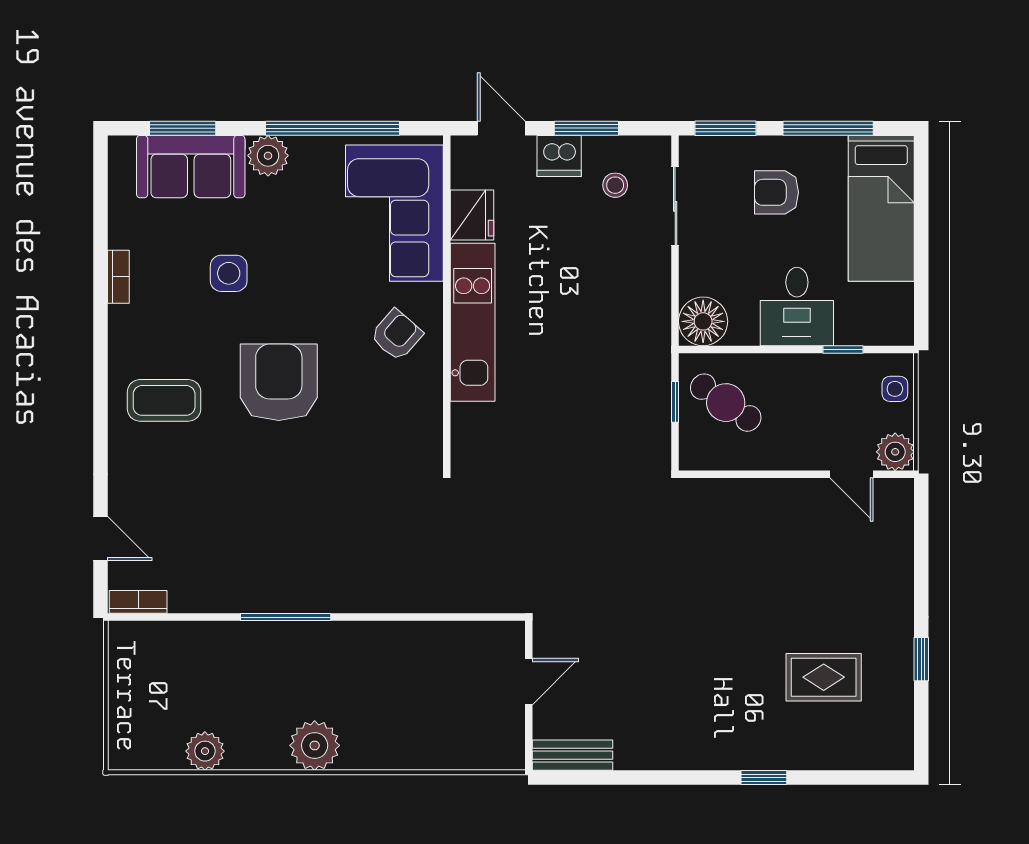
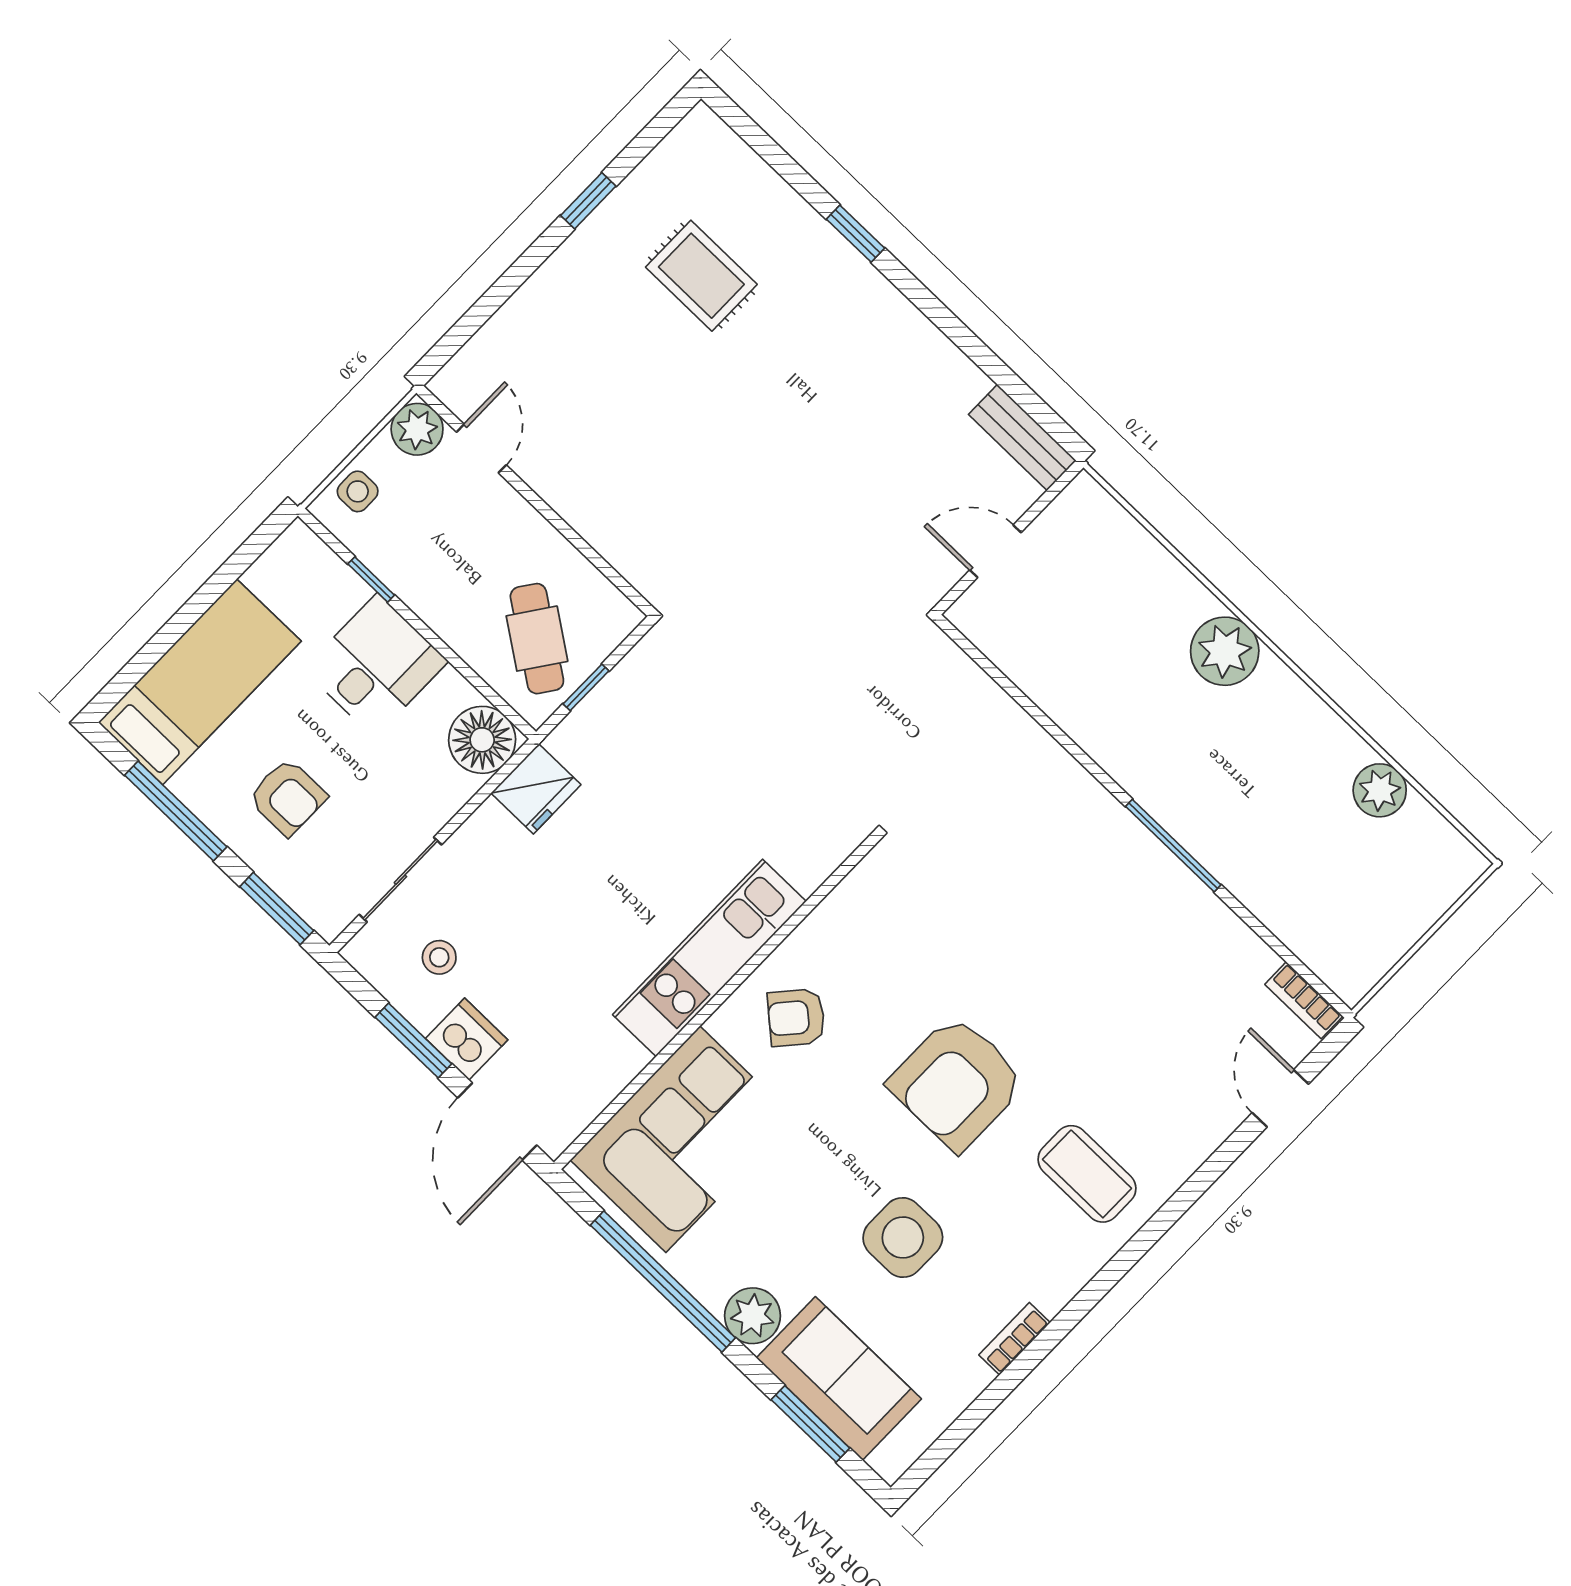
door: (501, 128) -> (497, 1121), width x1.37
fridge: (472, 215) -> (536, 789), moved, turned 180
side table: (229, 273) -> (903, 1237), width x1.37, depth x1.37
plant: (315, 745) -> (1225, 651), moved

